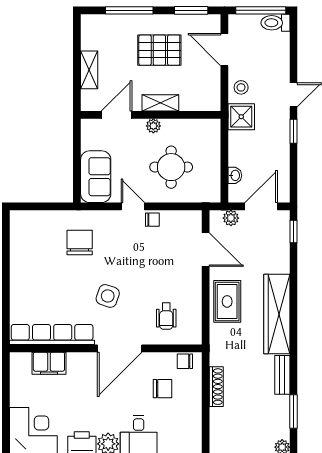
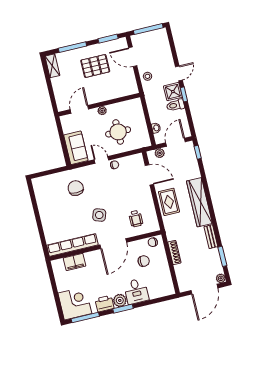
toilet: (275, 23) -> (175, 105), moved
shelving: (89, 70) -> (52, 66), moved
shelving: (160, 103) -> (103, 96), removed
shower: (241, 117) -> (173, 92), moved

